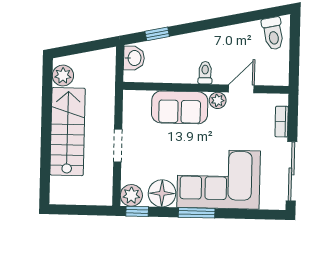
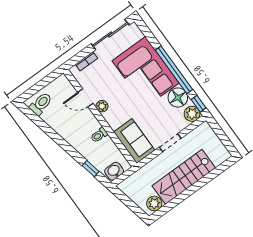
toilet: (205, 73) -> (99, 135), moved
sofa: (180, 107) -> (134, 141), moved
window: (197, 213) -> (174, 70), width x2.11

